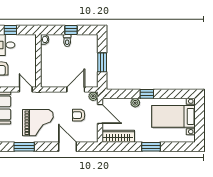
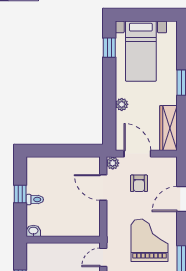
window: (102, 62) -> (65, 151), removed
window: (147, 94) -> (109, 48), moved
door: (100, 114) -> (137, 154), hinge flipped

